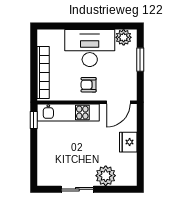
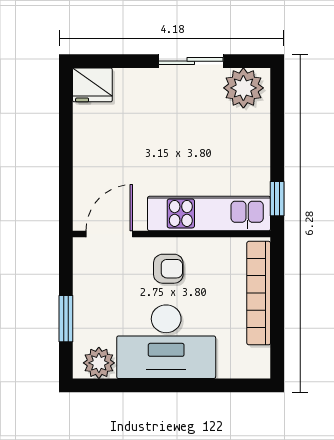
fridge: (128, 142) -> (92, 85), moved, turned 90
plant: (106, 176) -> (243, 88), moved

